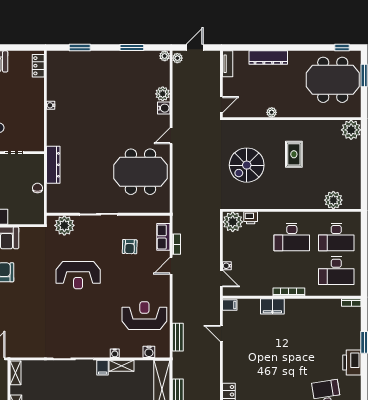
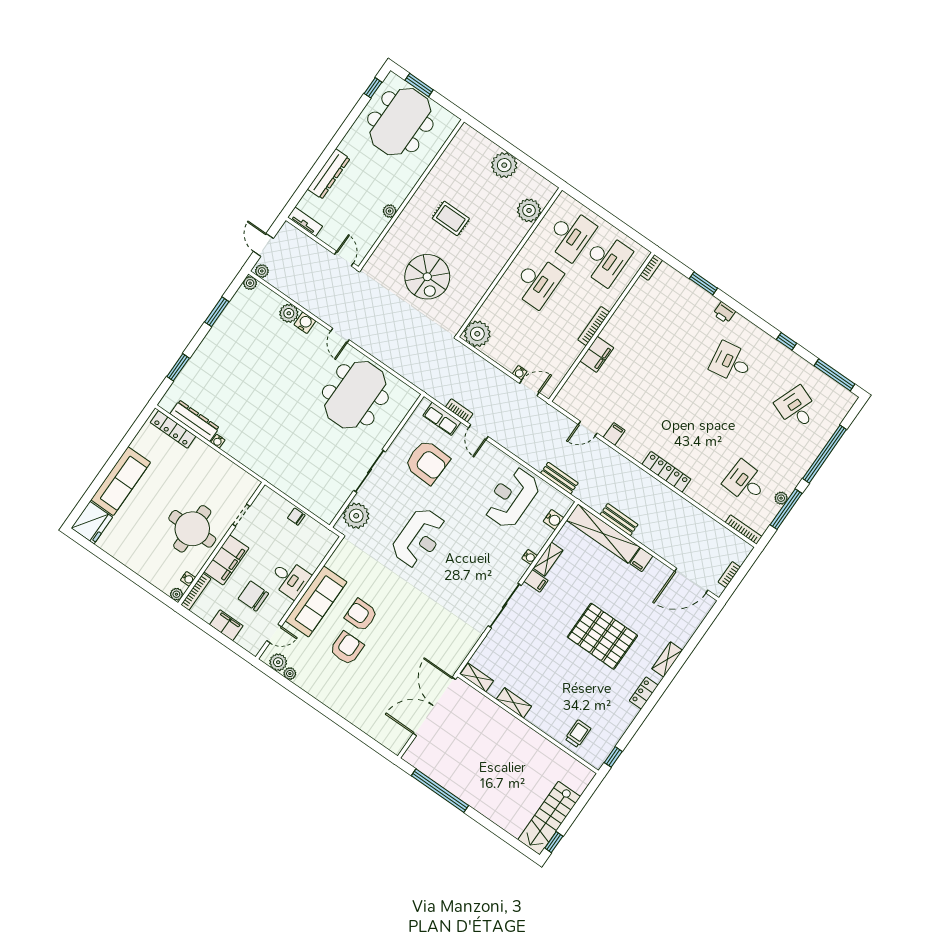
locker: (38, 66) -> (173, 429), width x1.53
plant: (351, 130) -> (504, 165), moved
dresser: (53, 165) -> (195, 421), moved
printer: (251, 218) -> (486, 312), removed
armchair: (130, 247) -> (427, 462), width x1.88, depth x1.88
filing cabinet: (230, 305) -> (614, 434), moved
printer: (352, 362) -> (724, 313), width x0.53, depth x0.68

